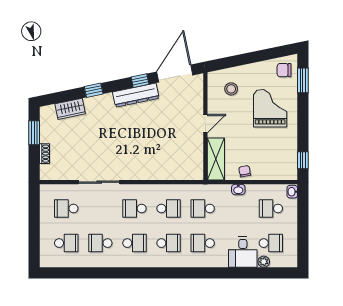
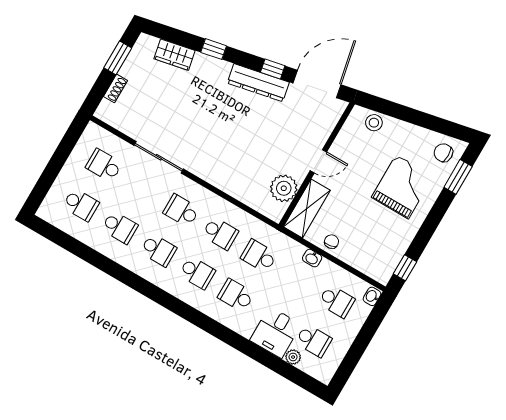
stool: (231, 89) -> (374, 123), moved
plant: (193, 155) -> (284, 188), added
school desk: (271, 208) -> (337, 301), turned 180
school desk: (100, 243) -> (120, 227), turned 180

